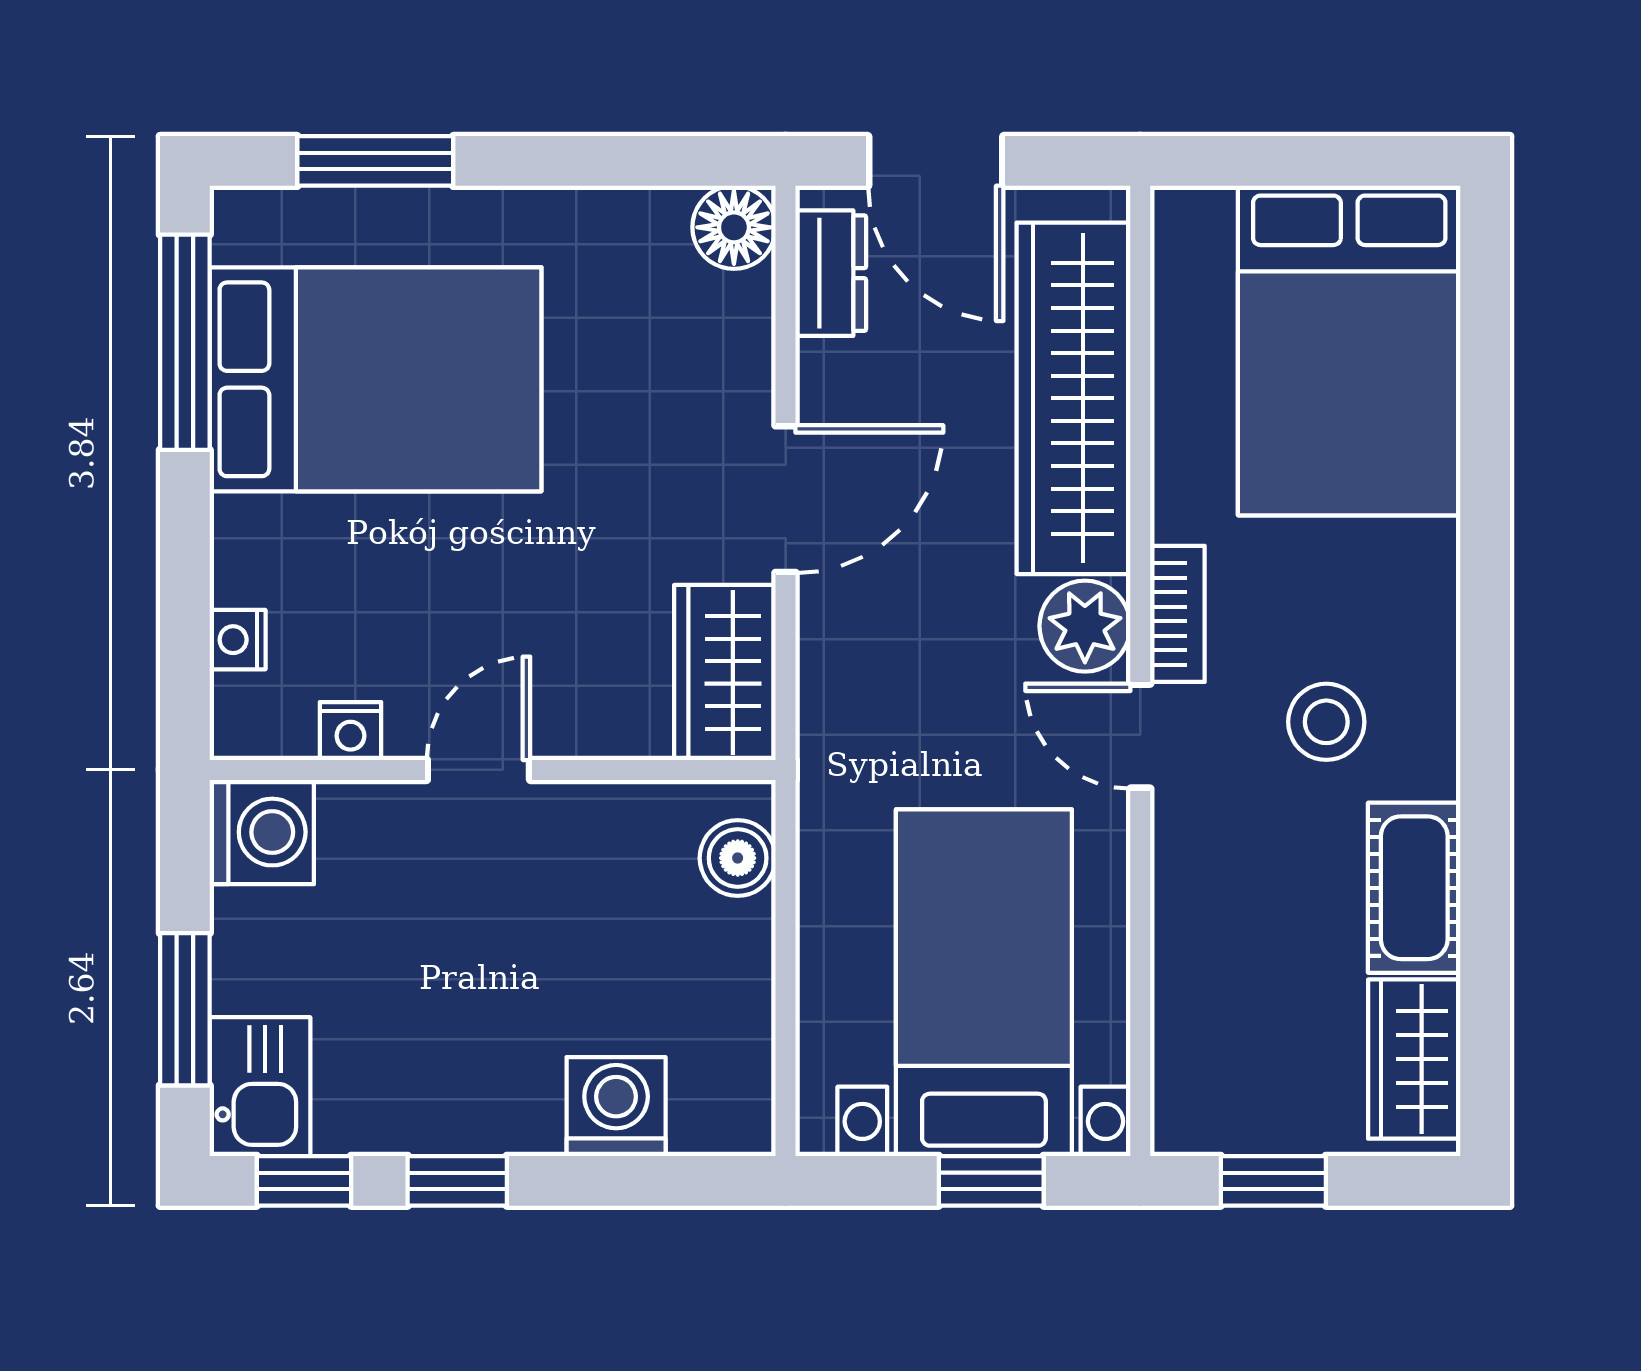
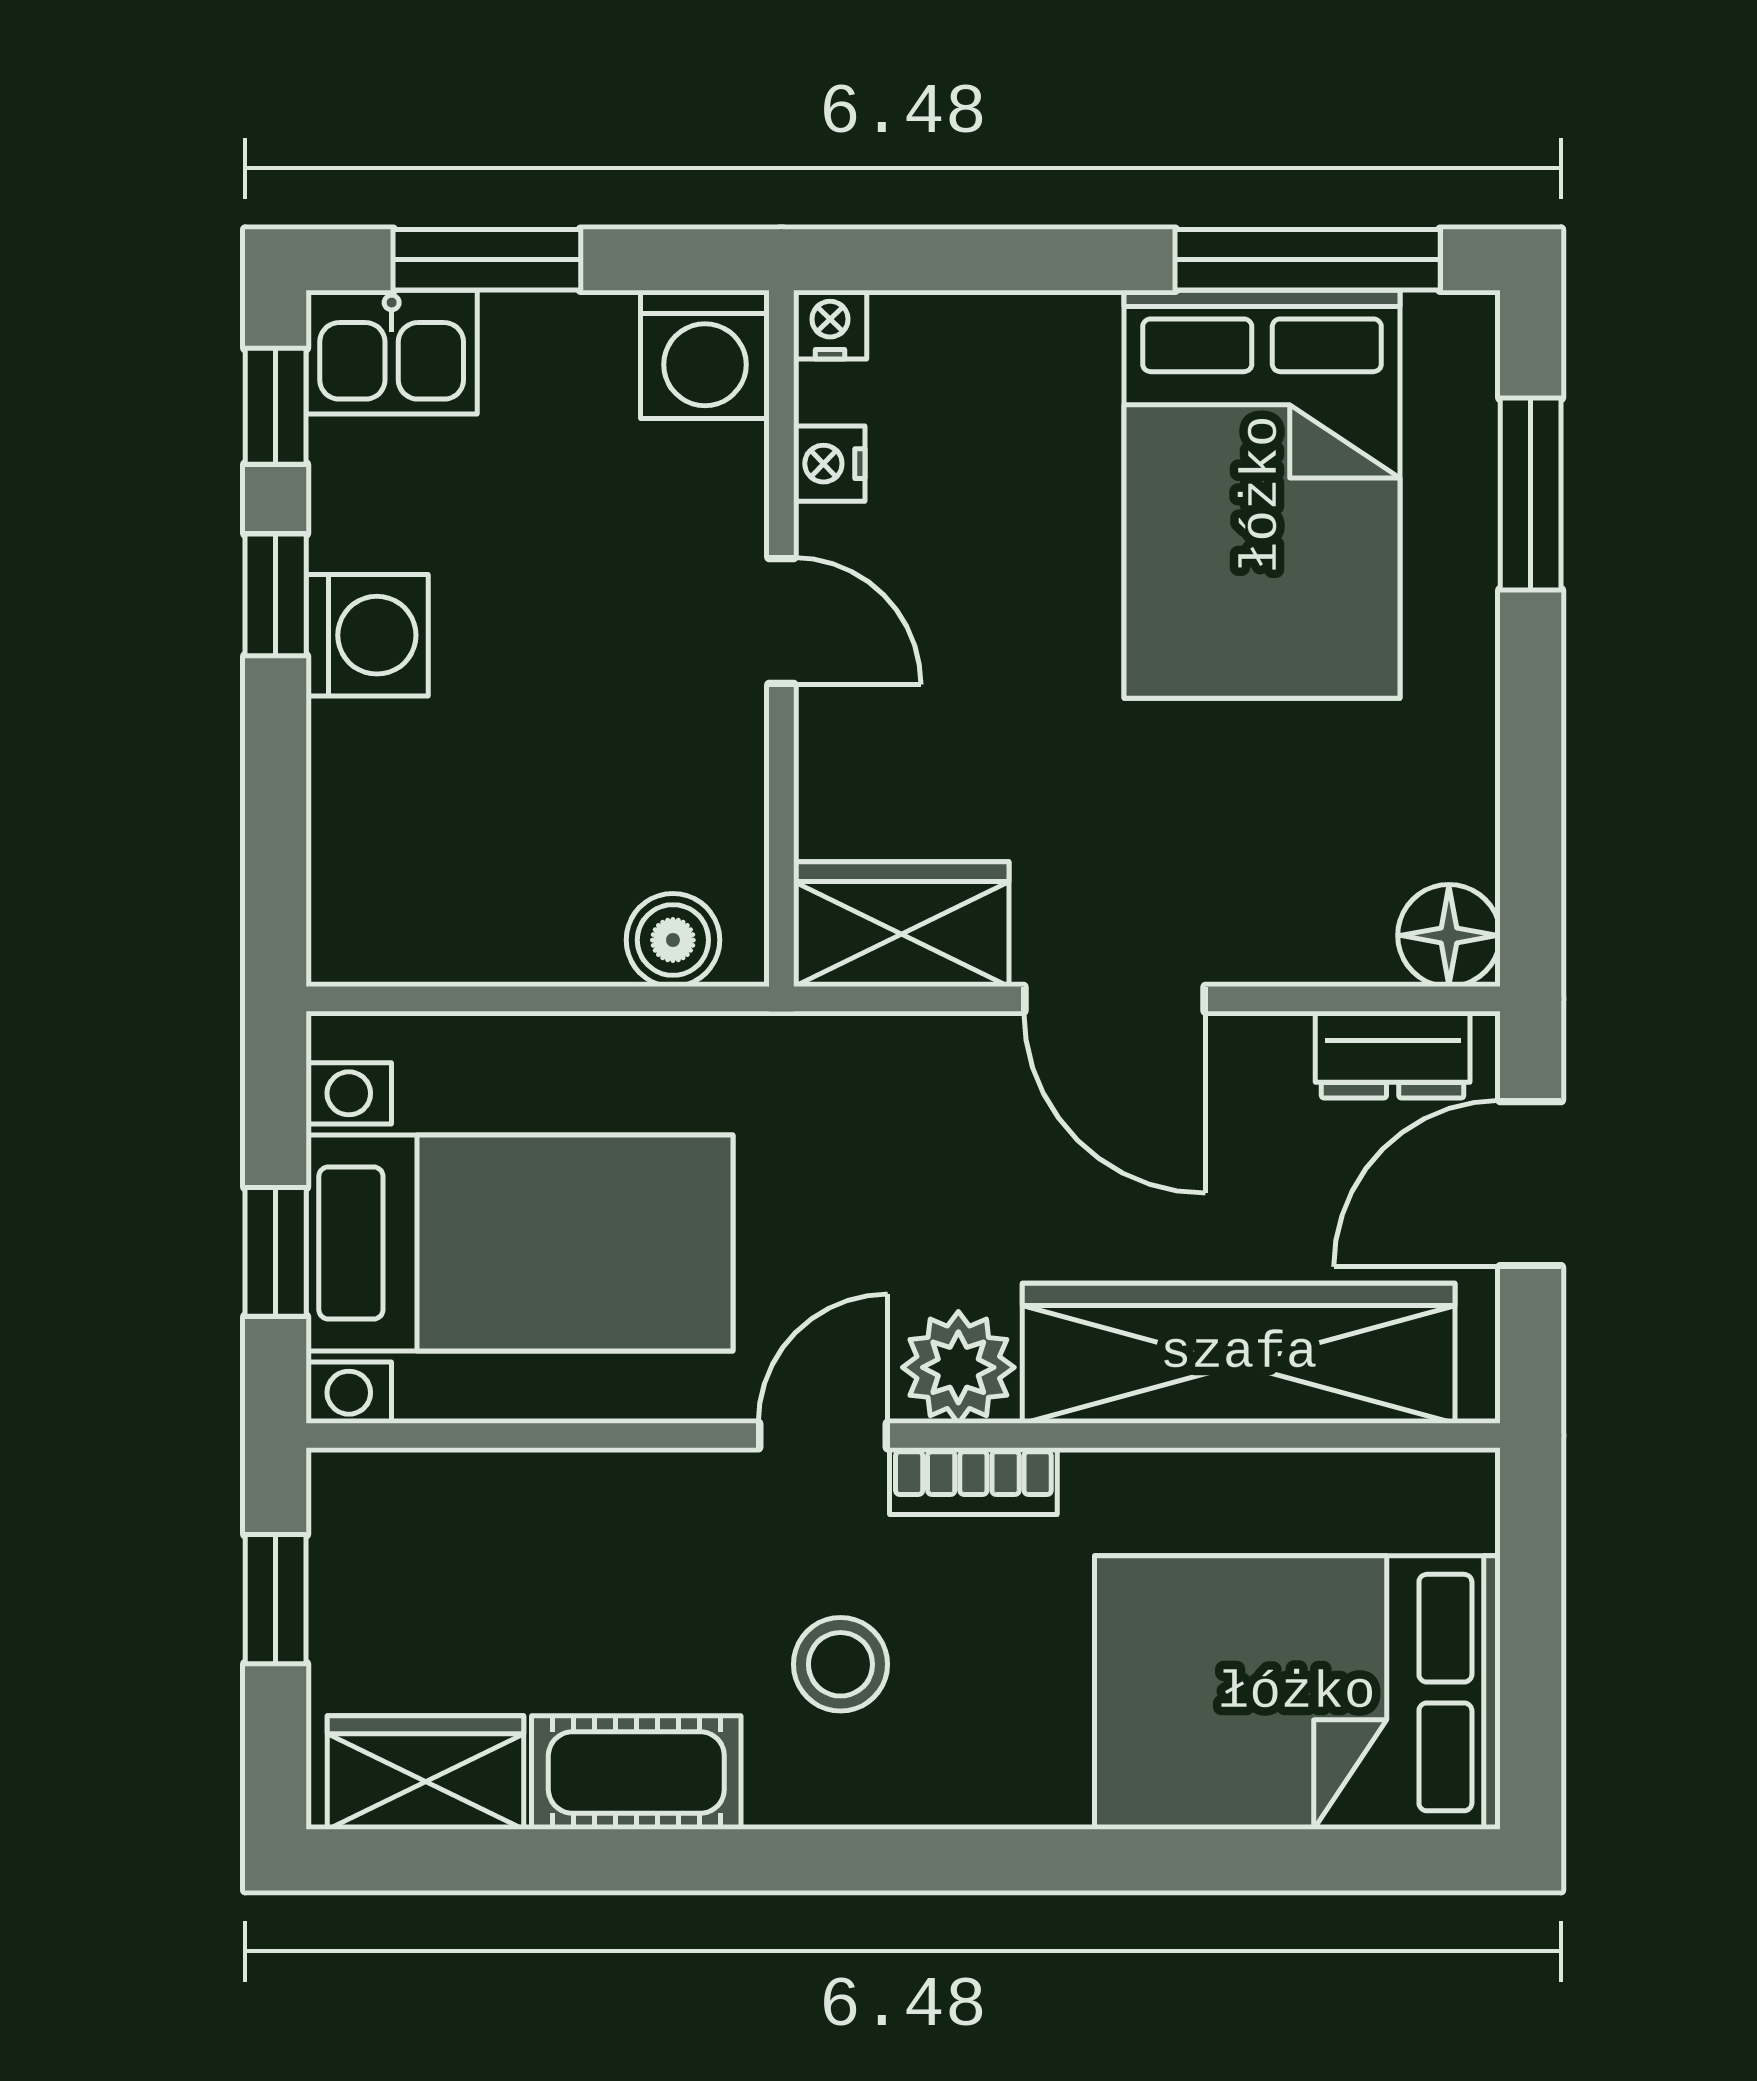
nightstand: (238, 640) -> (830, 325), moved
washing machine: (616, 1107) -> (367, 635), moved

